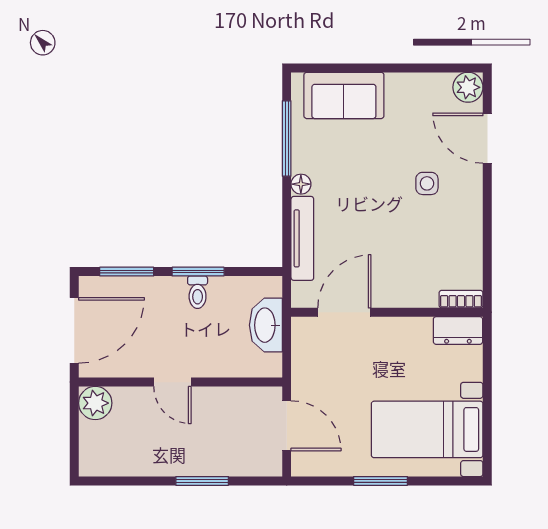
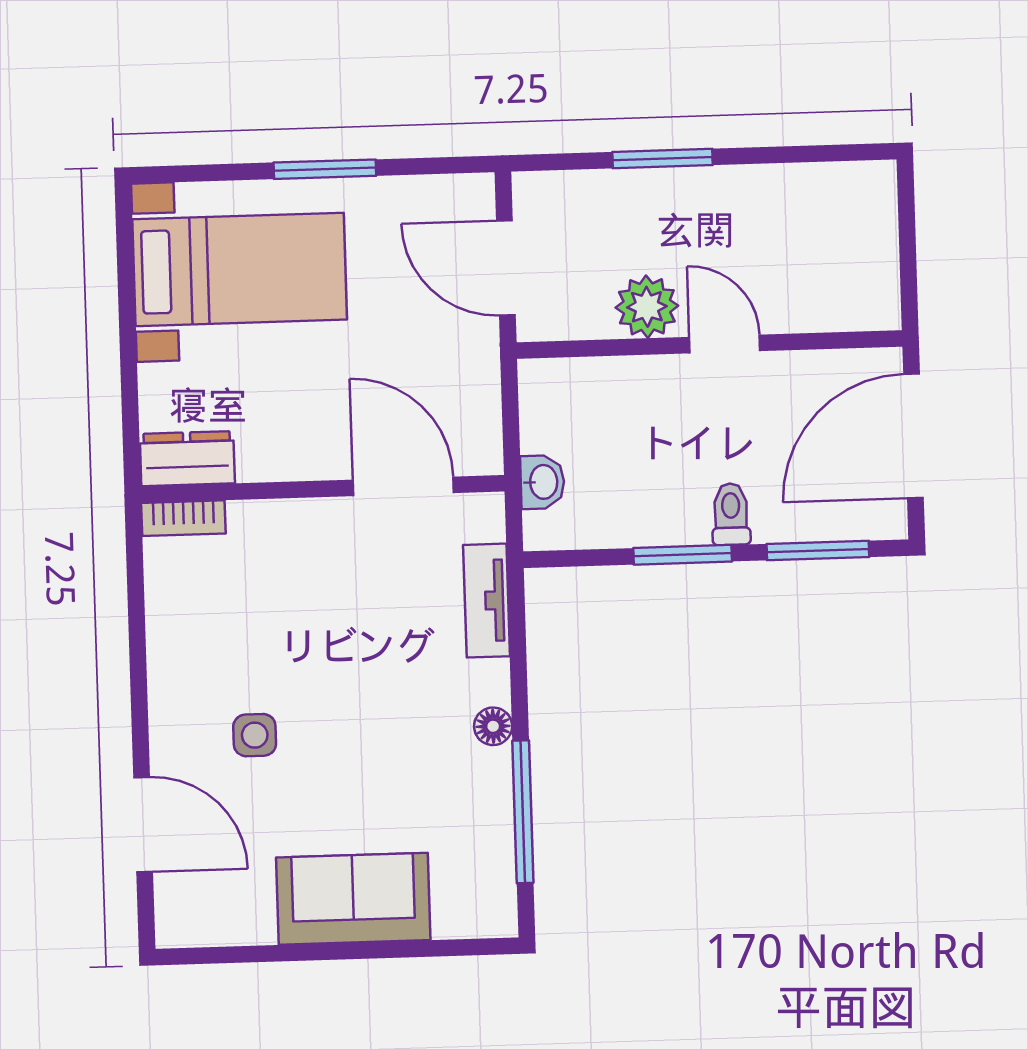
plant: (468, 87) -> (183, 920), removed
sofa: (344, 95) -> (353, 899), moved
tv unit: (302, 238) -> (487, 601), width x0.71
toilet: (198, 292) -> (731, 514), moved
door: (344, 312) -> (403, 486), swing flipped
washbasin: (266, 325) -> (542, 482), width x0.52, depth x0.69
plant: (95, 403) -> (647, 307), moved

